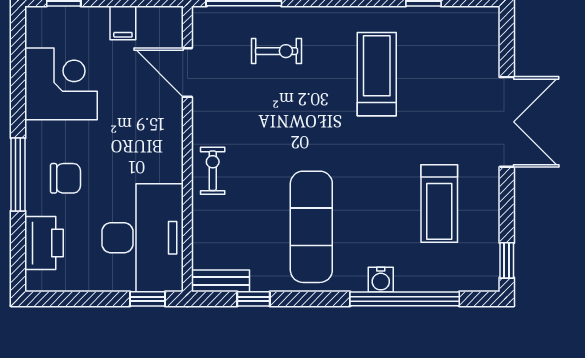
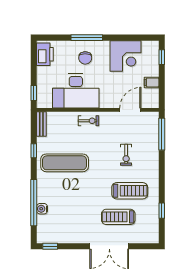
exercise bike: (276, 51) -> (126, 155), moved
treadmill: (439, 204) -> (118, 217), moved
desk: (143, 238) -> (76, 91), moved
printer: (44, 243) -> (45, 54), moved, turned -90
water cooler: (381, 280) -> (42, 209), moved
window: (253, 299) -> (34, 151), moved

